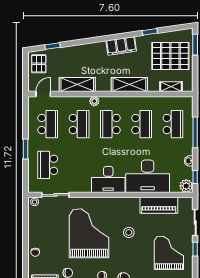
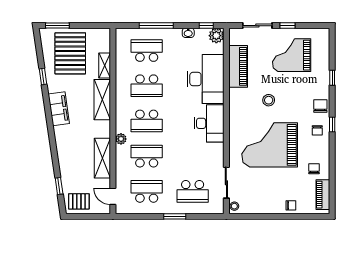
shelving: (171, 87) -> (105, 66), moved
school desk: (142, 124) -> (147, 86), turned 180

